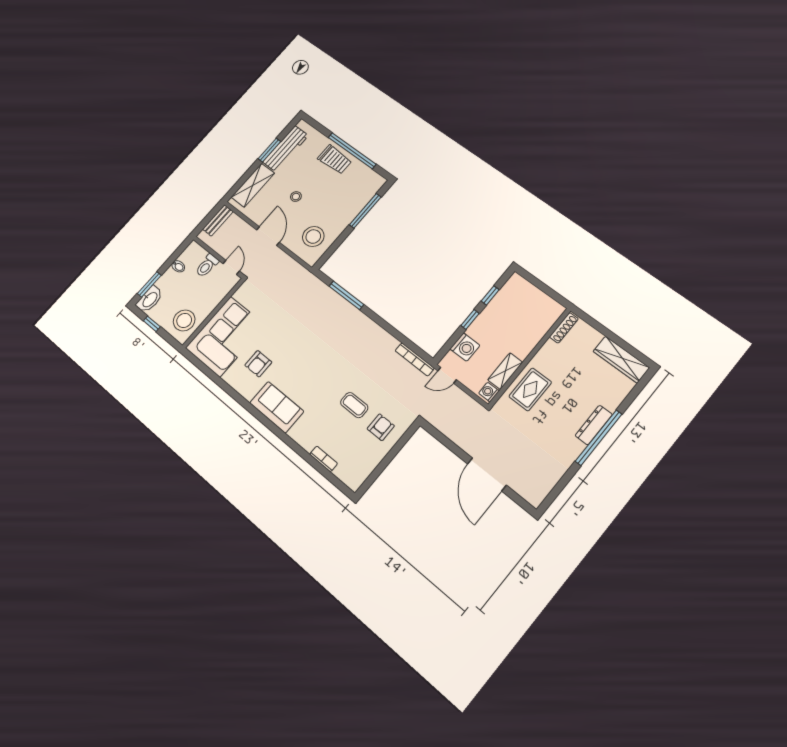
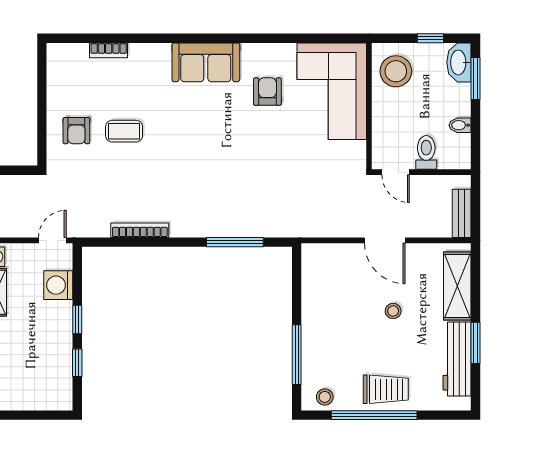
trolley: (335, 160) -> (386, 389), turned 180
stool: (313, 236) -> (325, 397), moved, width x0.53, depth x0.53
bookcase: (415, 359) -> (140, 230), moved

